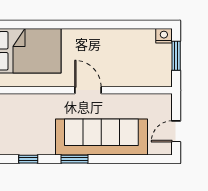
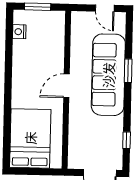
nightstand: (164, 36) -> (19, 32), moved
window: (75, 159) -> (128, 71), moved

